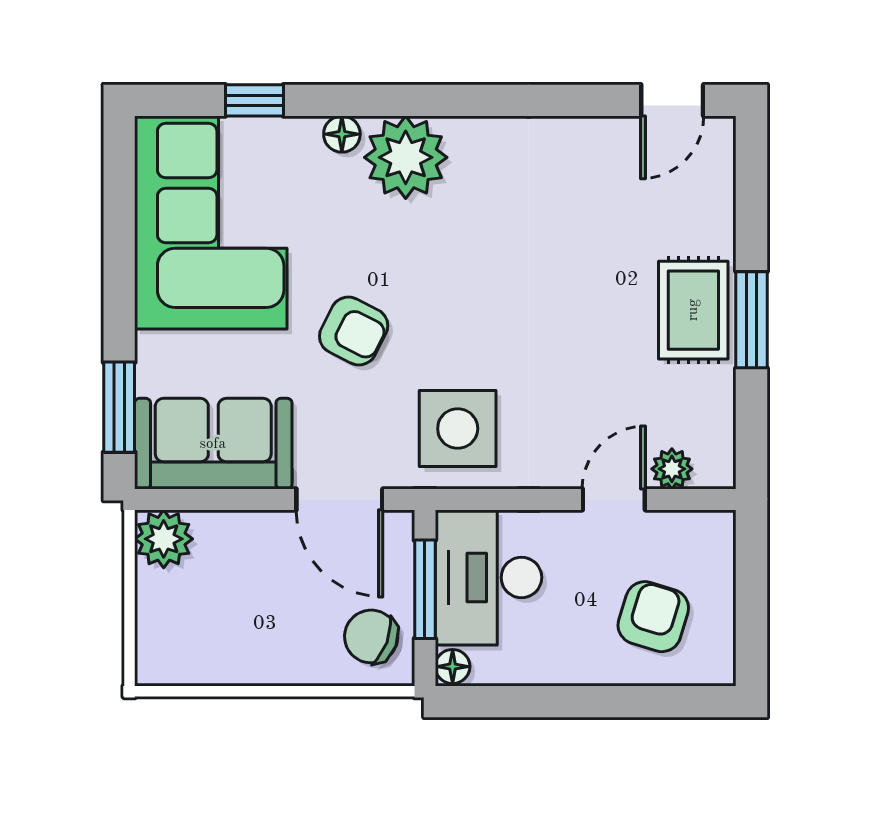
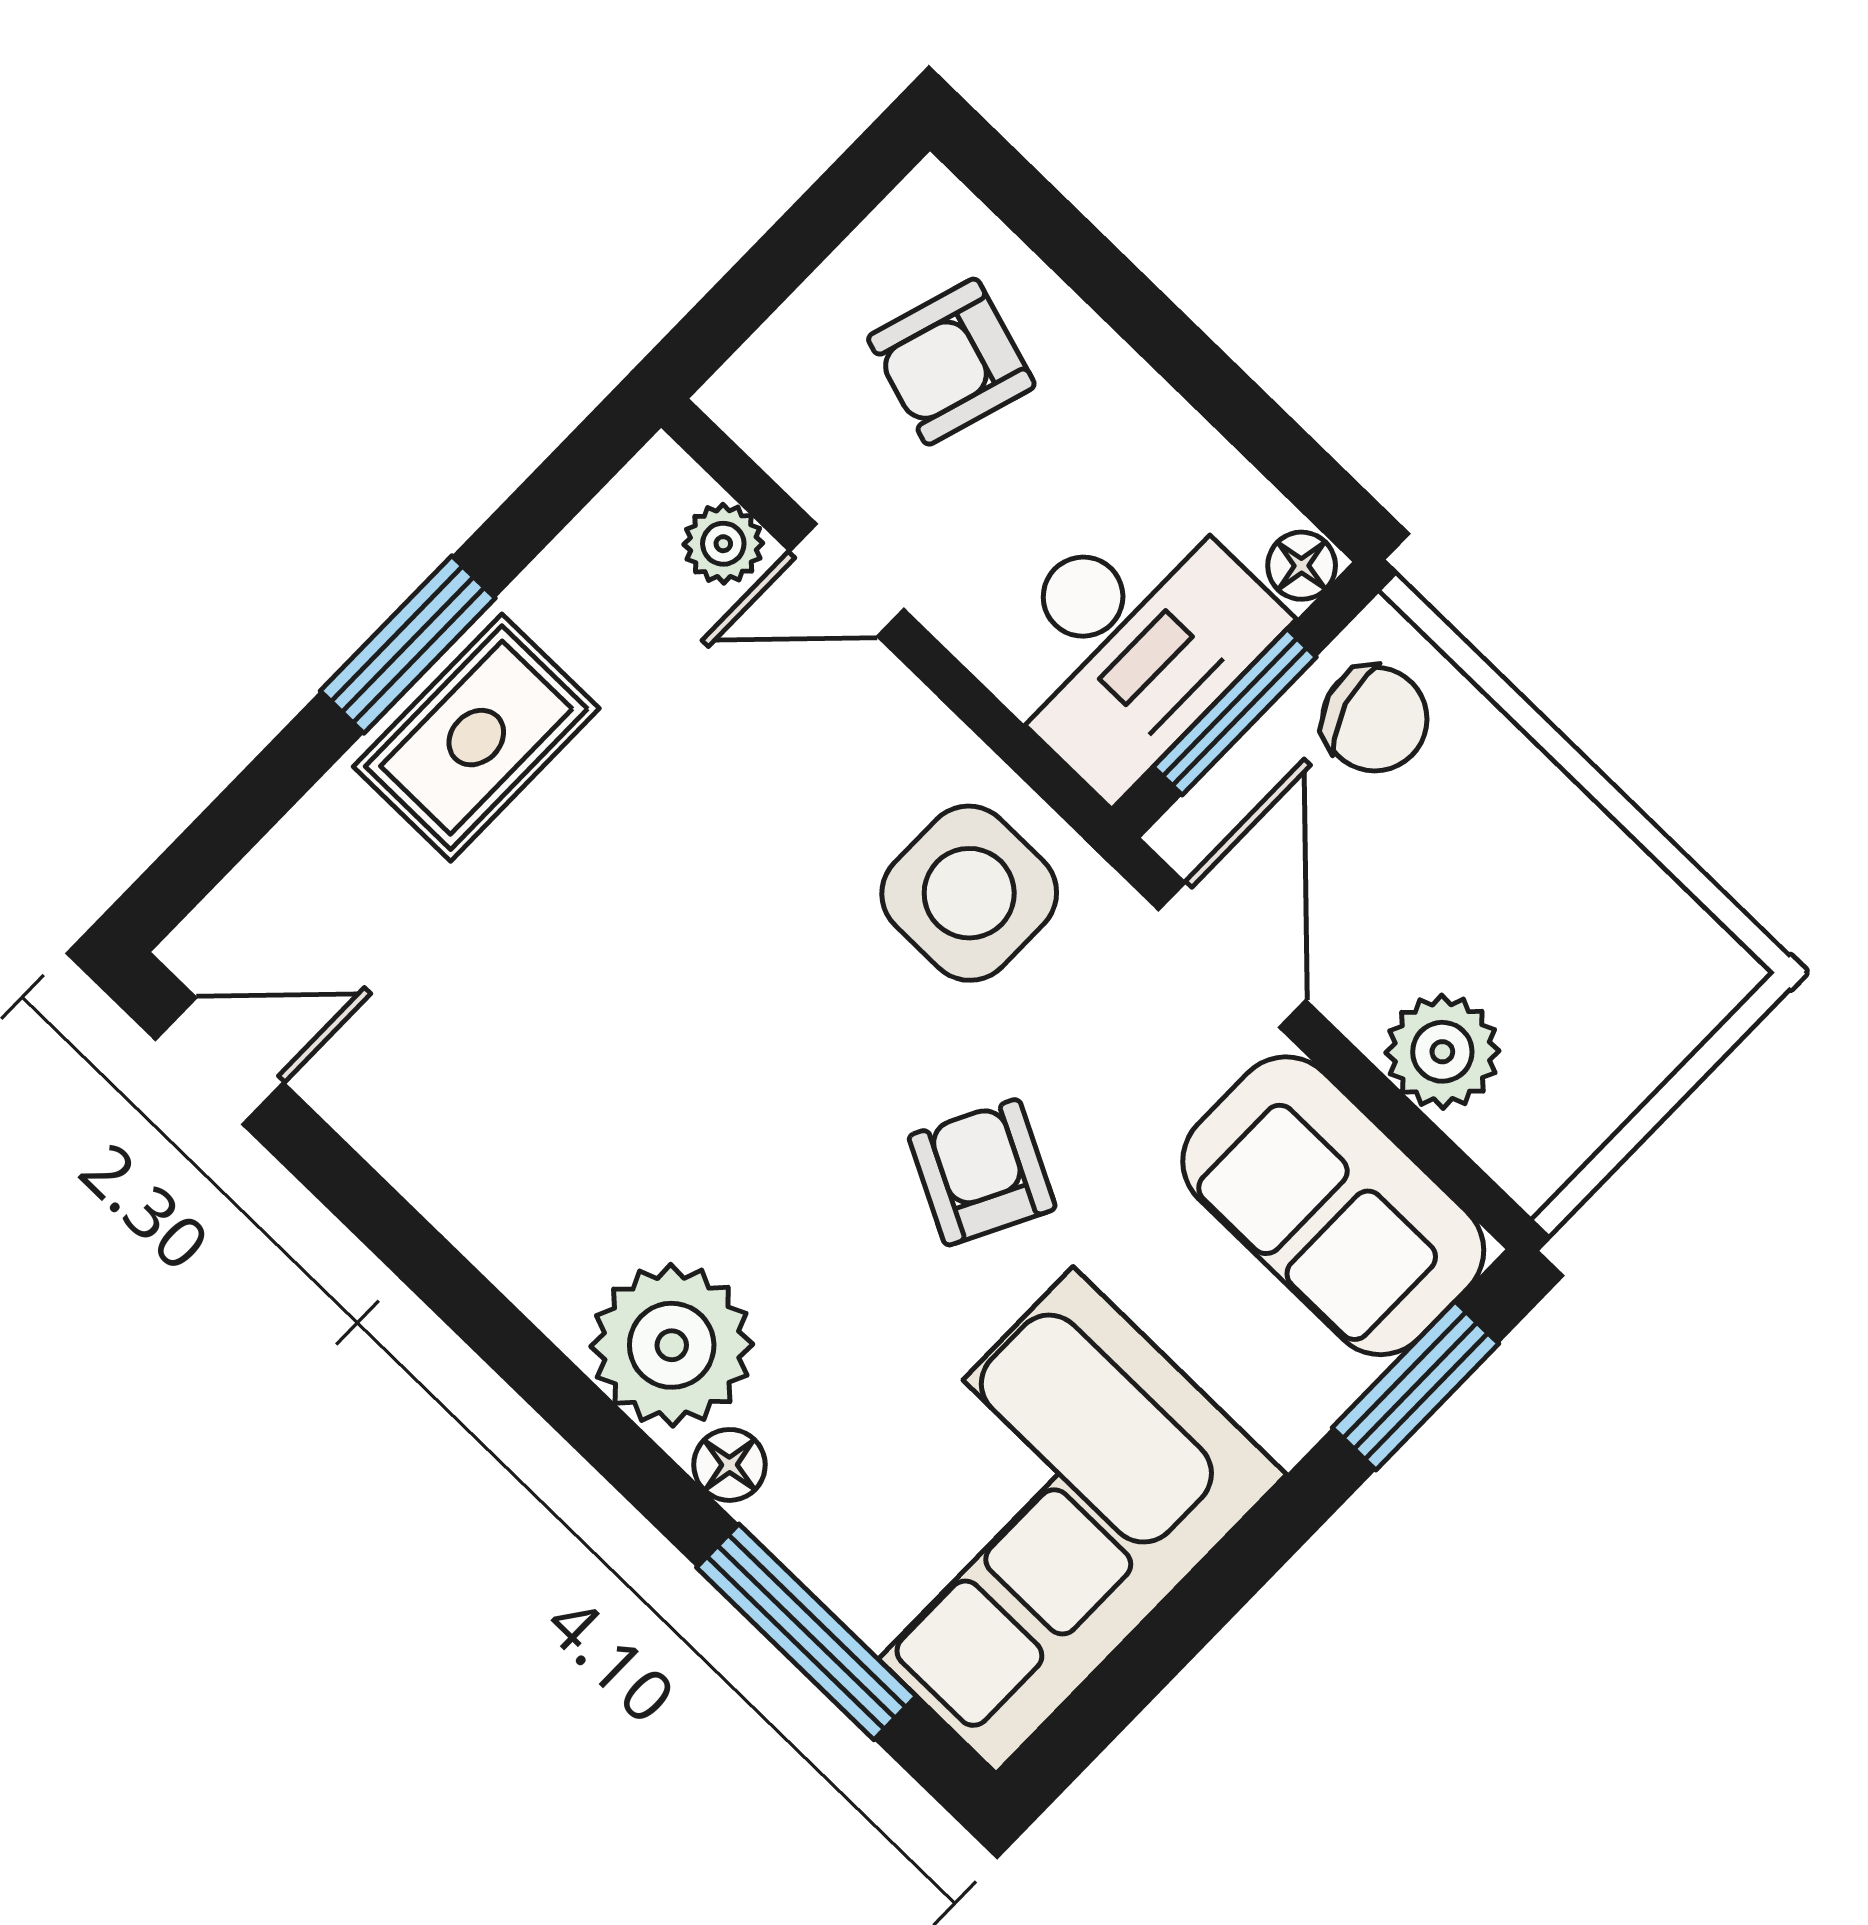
window: (254, 100) -> (806, 1632), width x2.17
plant: (164, 539) -> (1442, 1052), moved
chair: (371, 636) -> (1375, 719), turned -38

